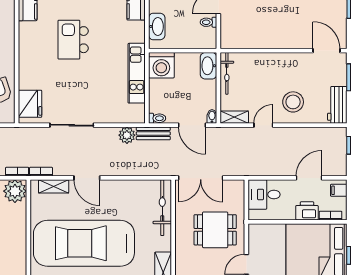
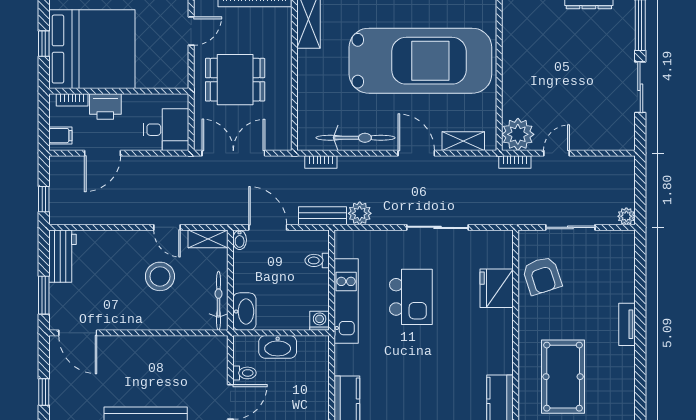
washbasin: (157, 26) -> (278, 347), moved, turned -90
kitchen island: (73, 40) -> (411, 297), moved
washing machine: (161, 65) -> (320, 321), width x0.53, depth x0.53
stool: (293, 102) -> (160, 276), moved
fridge: (30, 104) -> (497, 288), moved
toilet: (157, 118) -> (317, 260), moved
door: (263, 125) -> (167, 227), hinge flipped
bookcase: (41, 172) -> (321, 162), moved
double door: (201, 178) -> (233, 153), moved
bicycle: (162, 208) -> (355, 138), moved, turned -90

